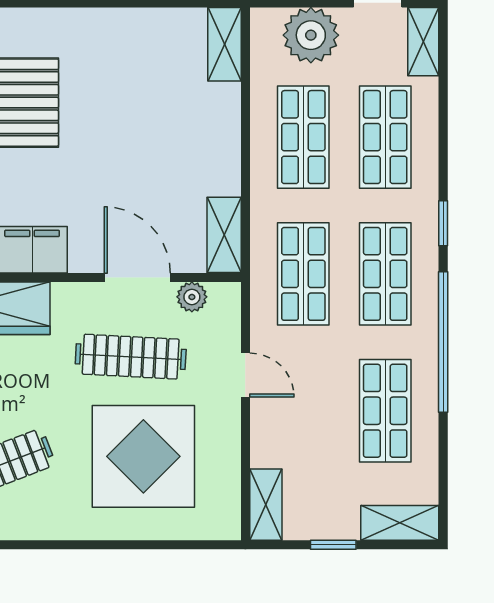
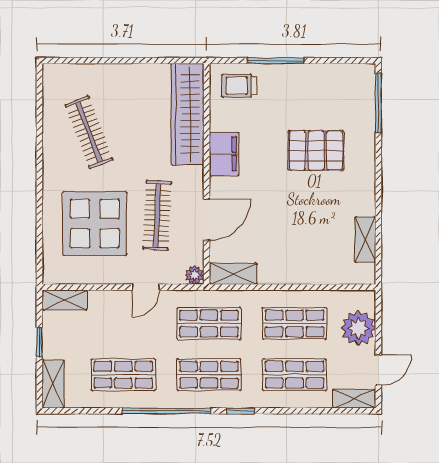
shelving: (224, 44) -> (365, 240), moved, turned 90
plant: (192, 297) -> (194, 275), moved

